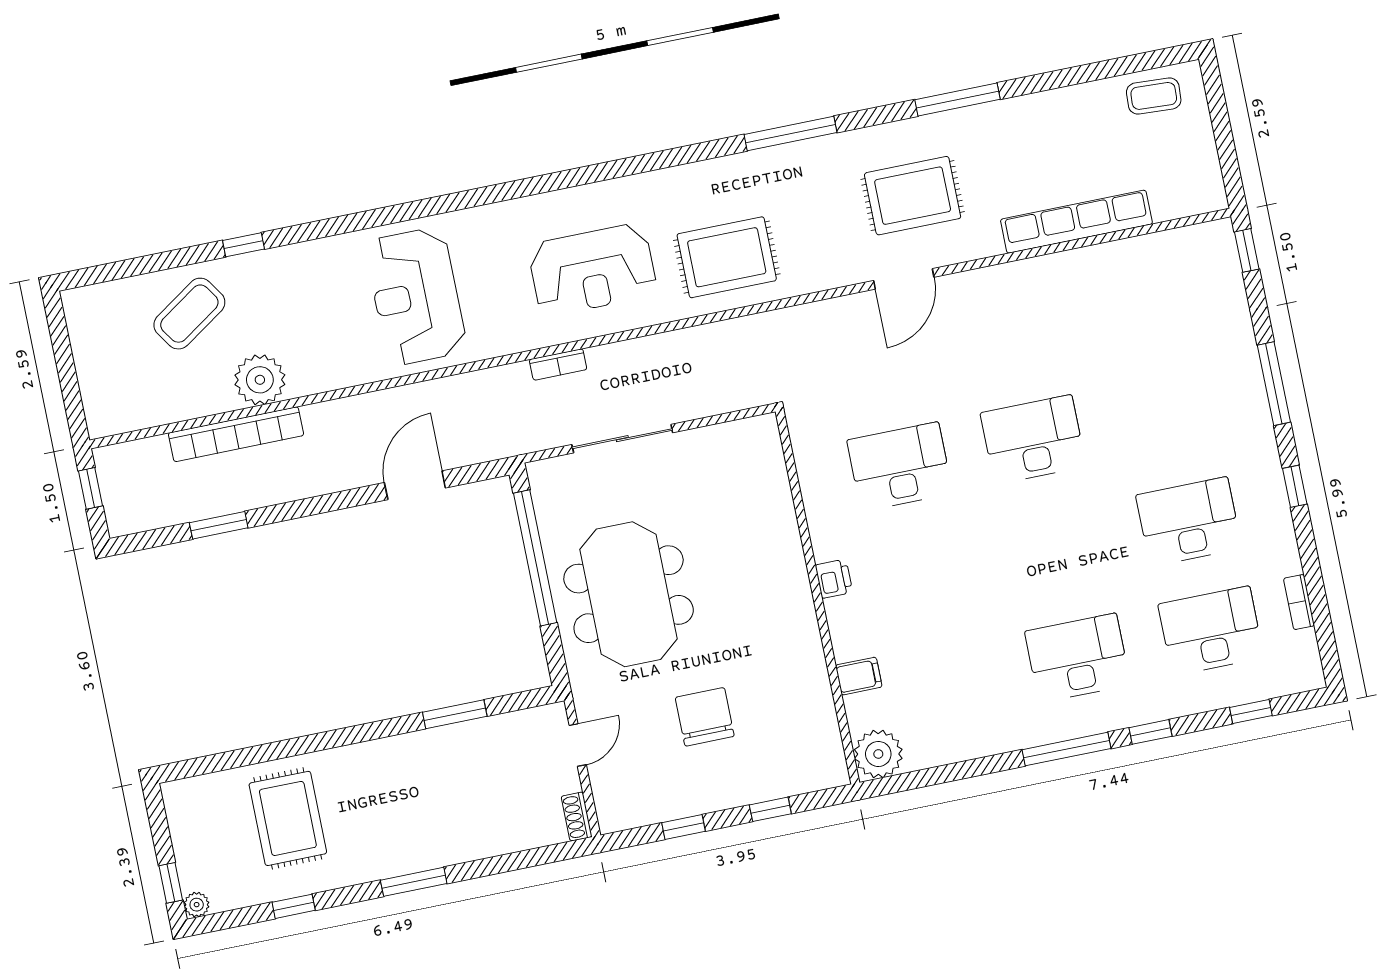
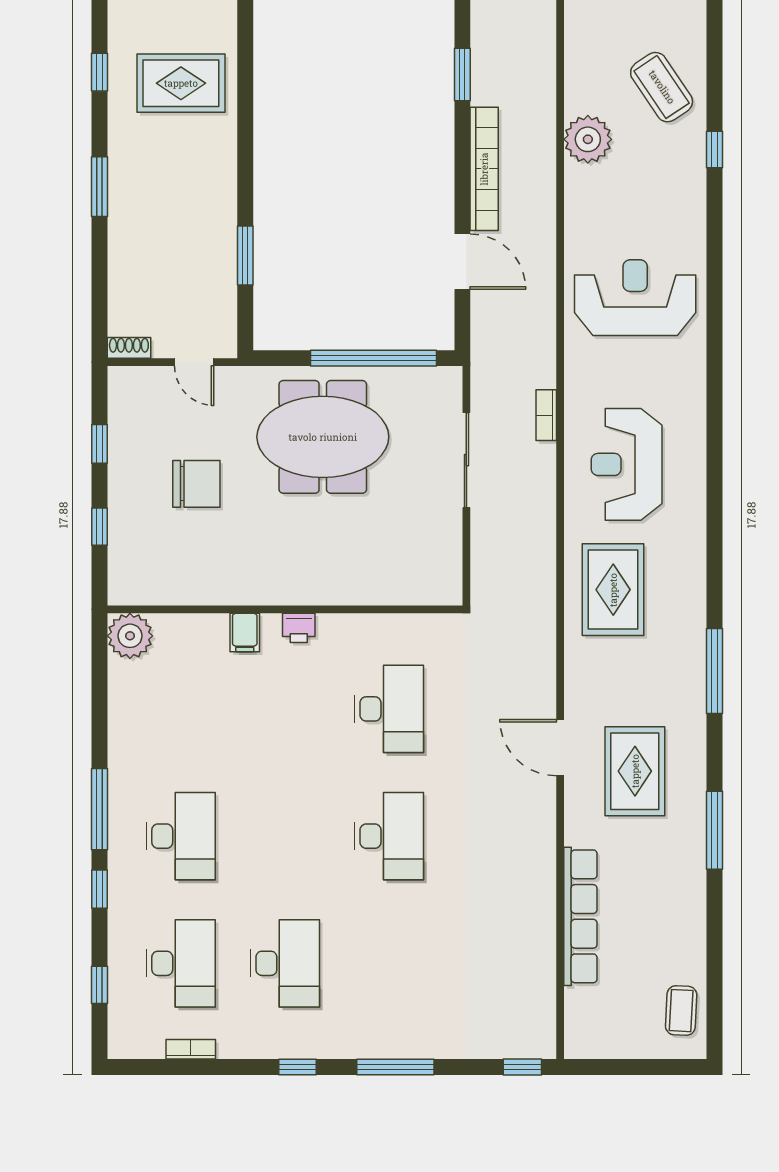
bookcase: (236, 434) -> (484, 169), moved, turned 180
filing cabinet: (859, 676) -> (245, 632), moved

